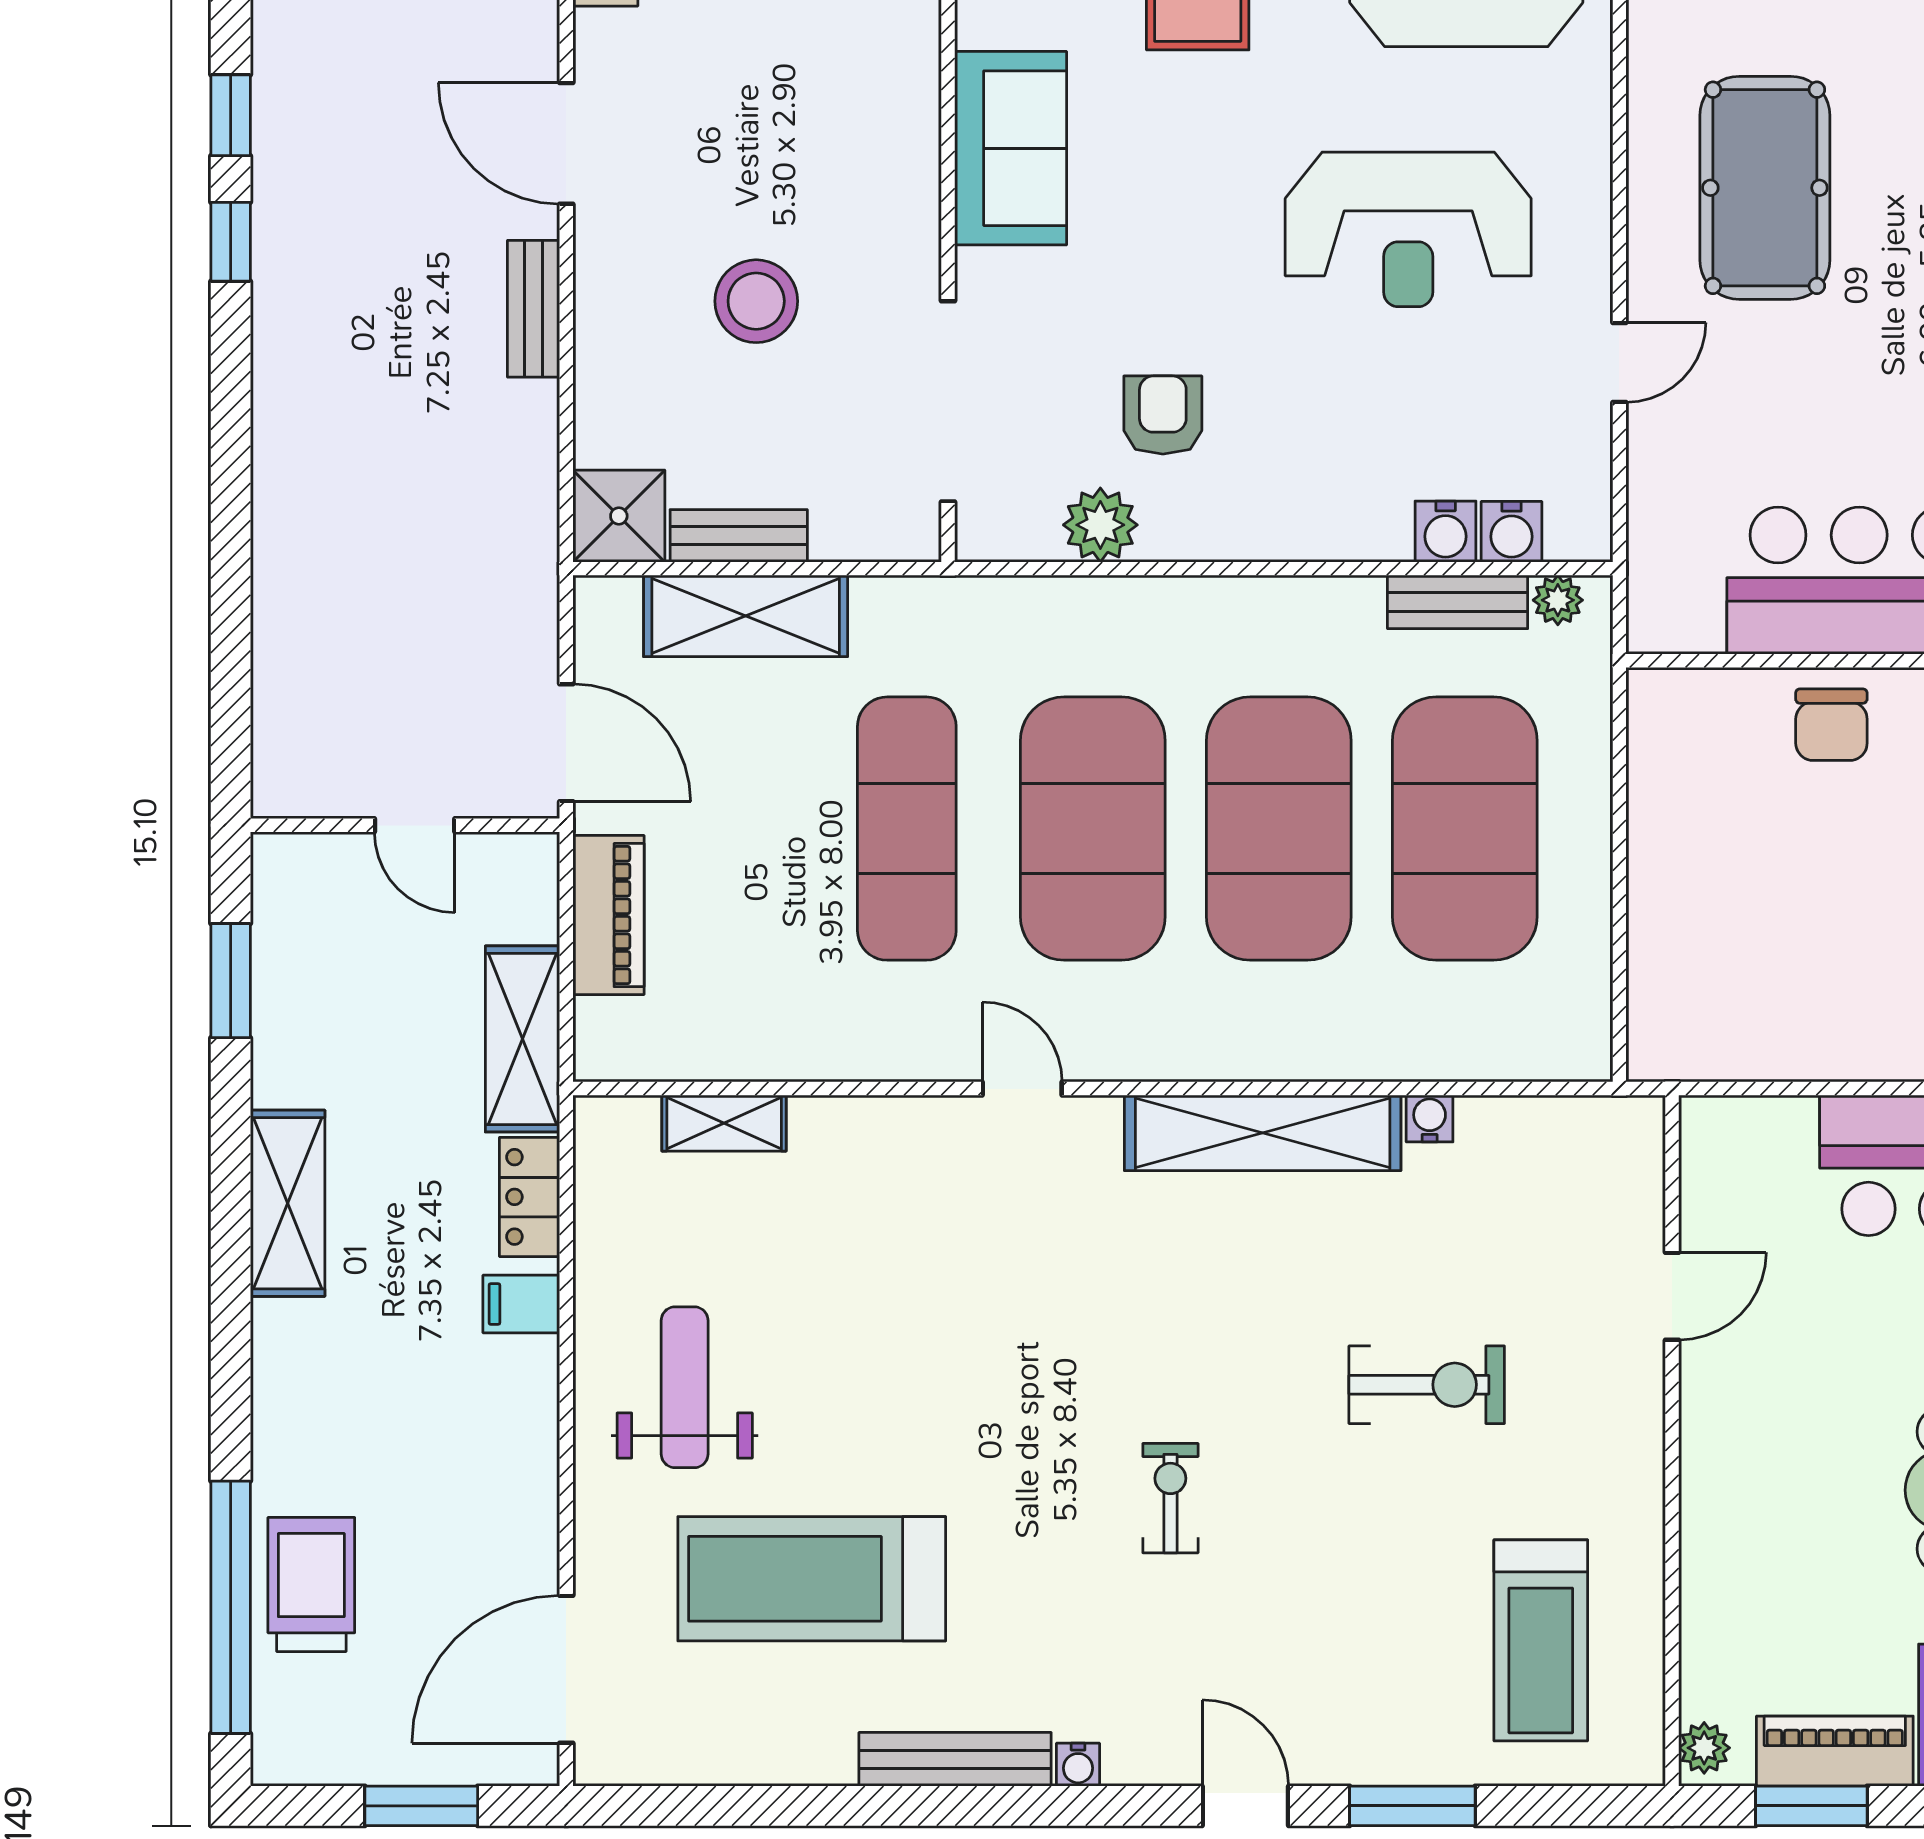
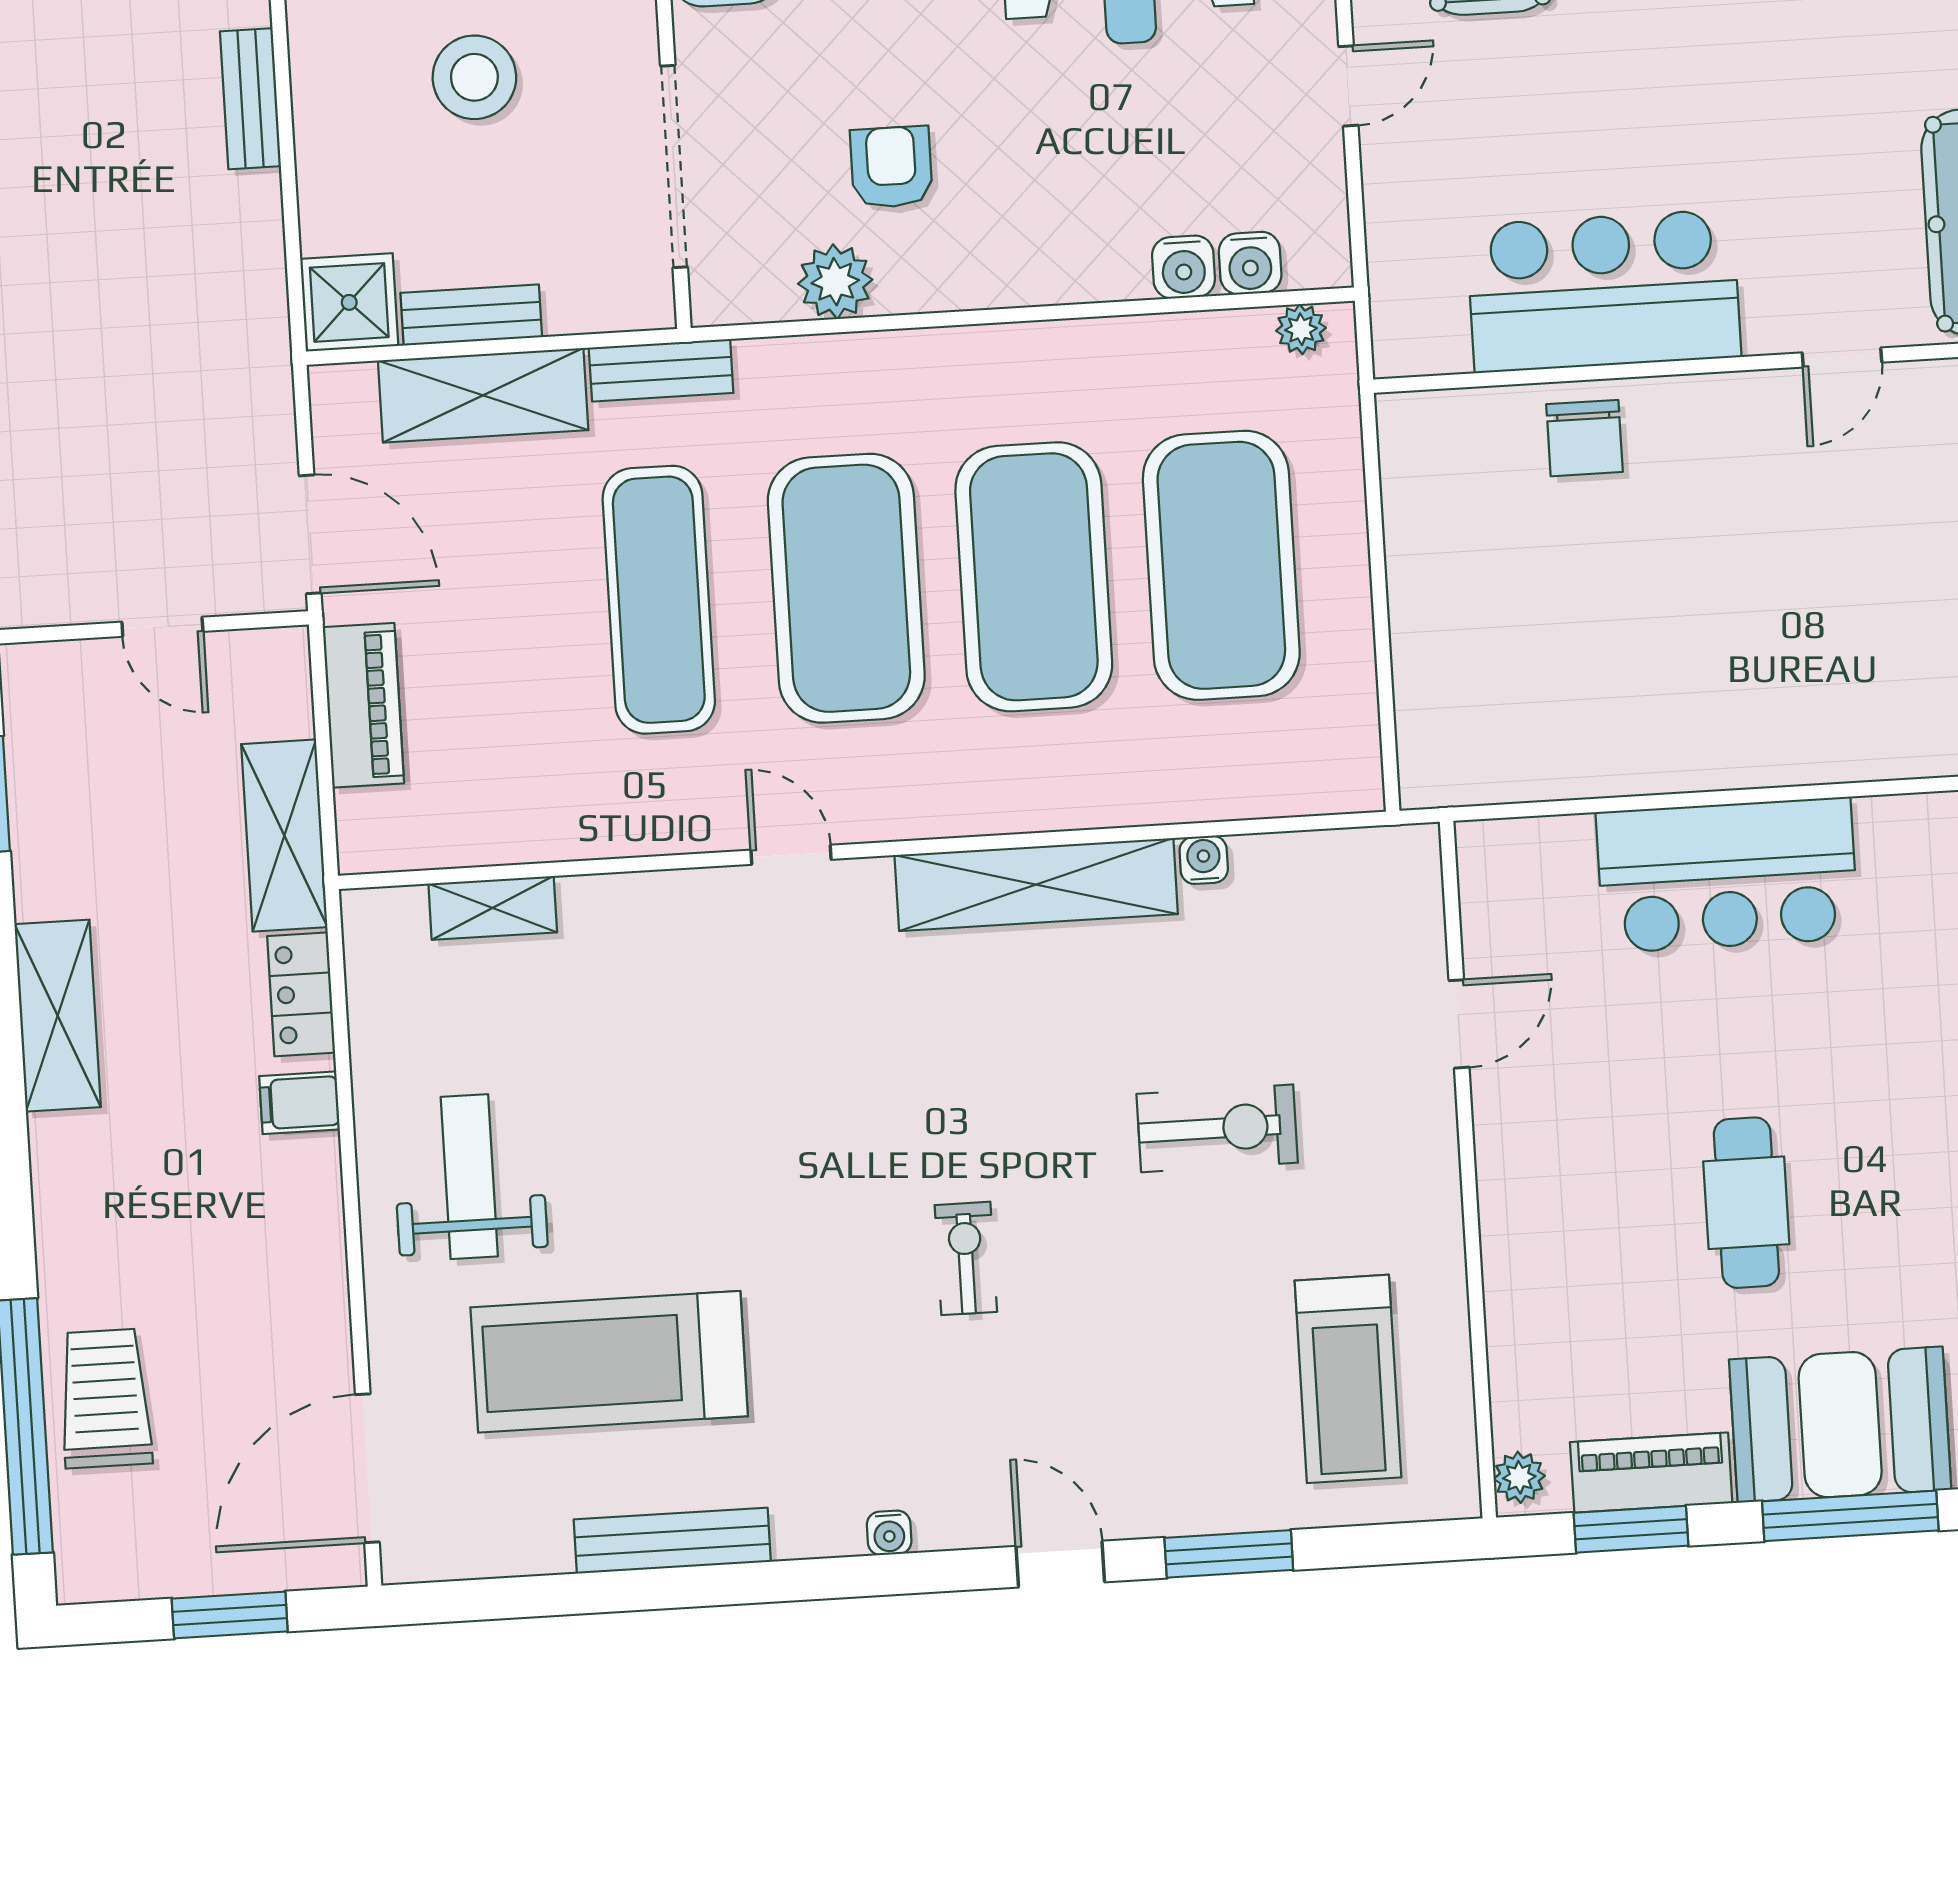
bench: (1458, 602) -> (661, 370), moved
bench: (955, 1759) -> (672, 1541), moved

